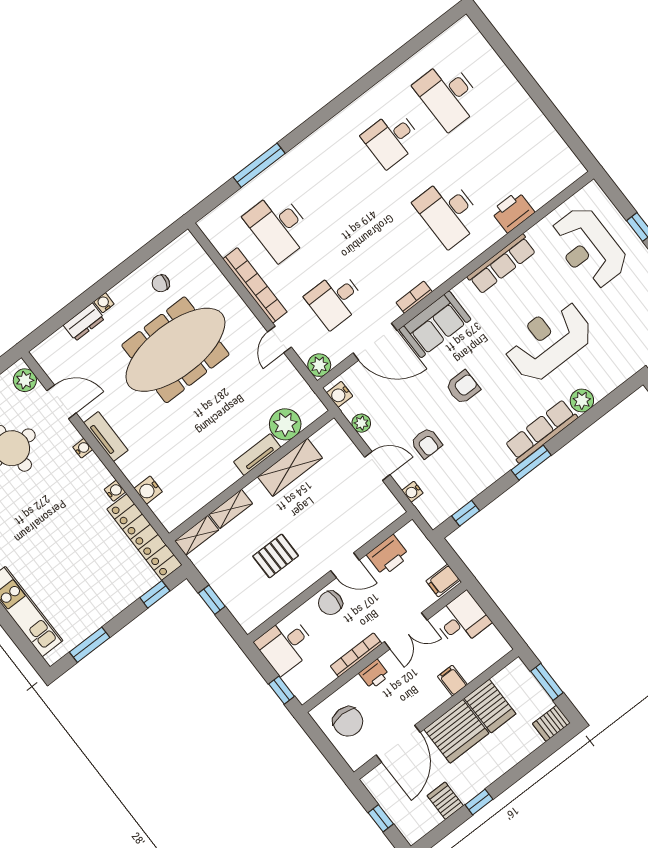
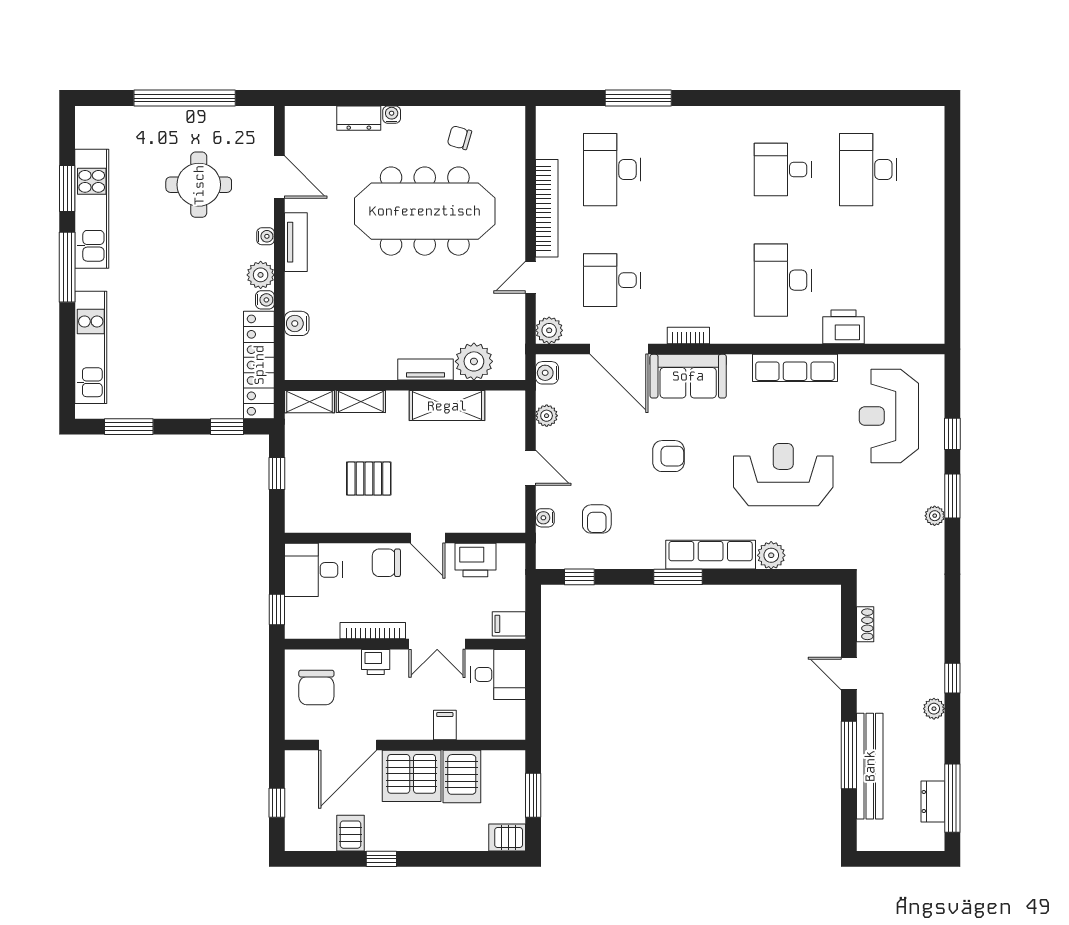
plant: (25, 380) -> (261, 275), moved
armchair: (426, 443) -> (597, 519), moved

